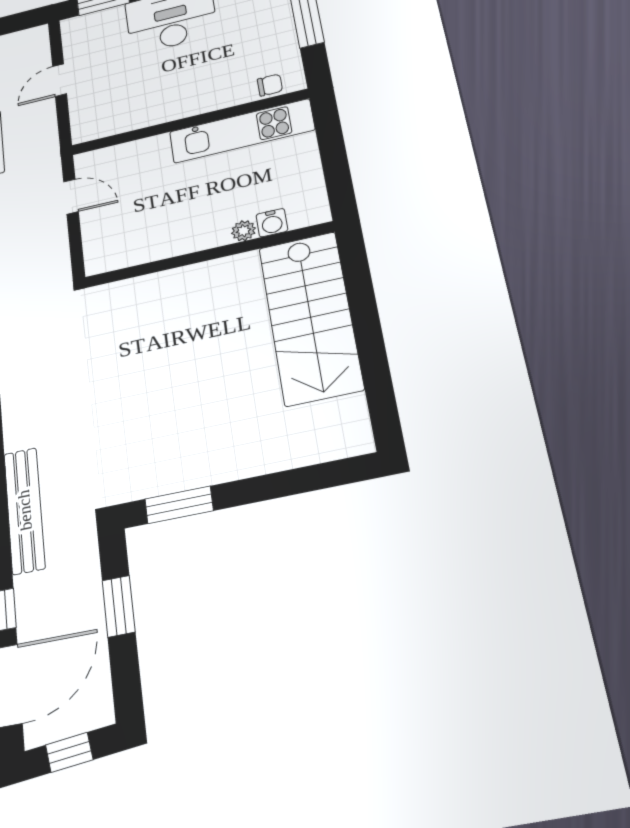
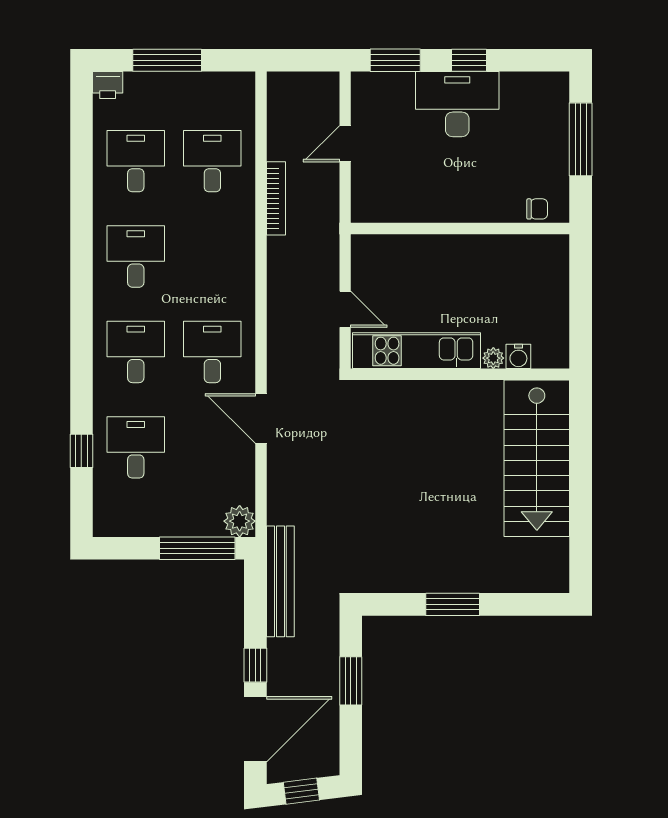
kitchen unit: (242, 131) -> (416, 351), moved, turned 180
door: (71, 197) -> (345, 309), moved
window: (179, 505) -> (453, 604), moved

